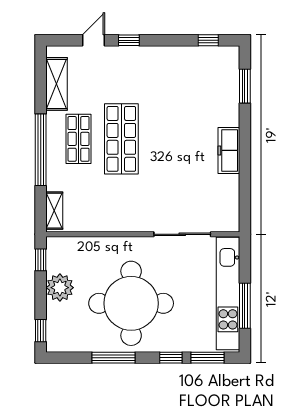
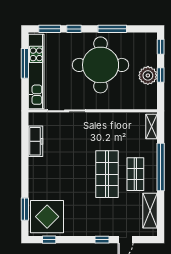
display table: (212, 75) -> (47, 217), added
freezer: (229, 150) -> (36, 141), moved
window: (41, 260) -> (161, 75), moved

